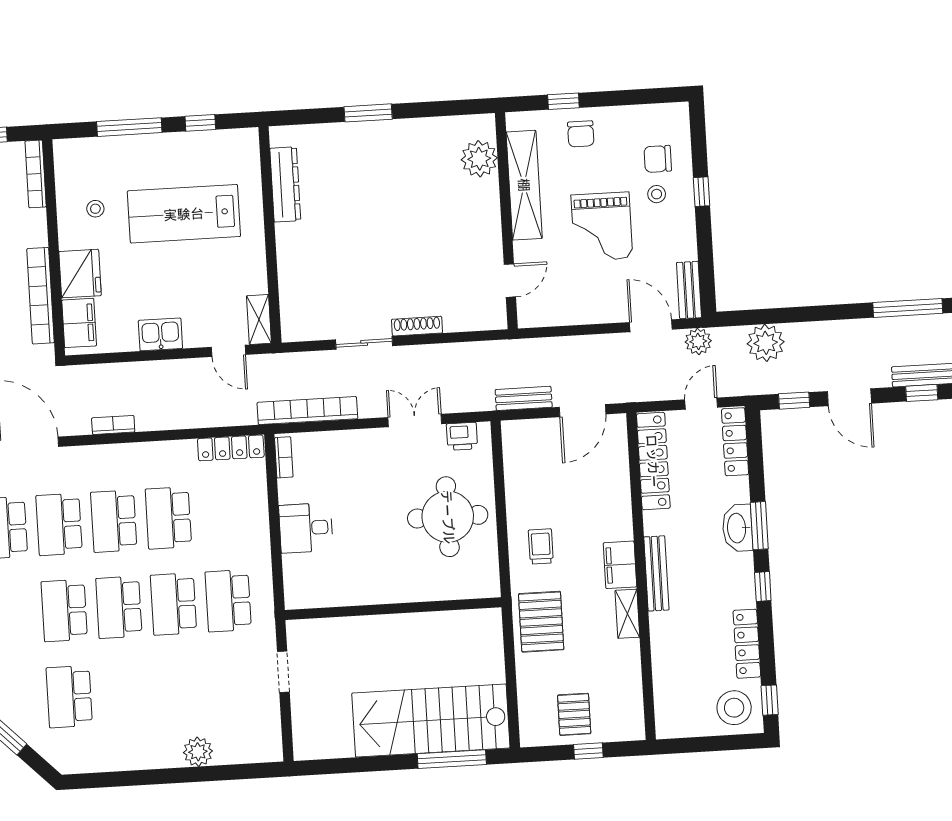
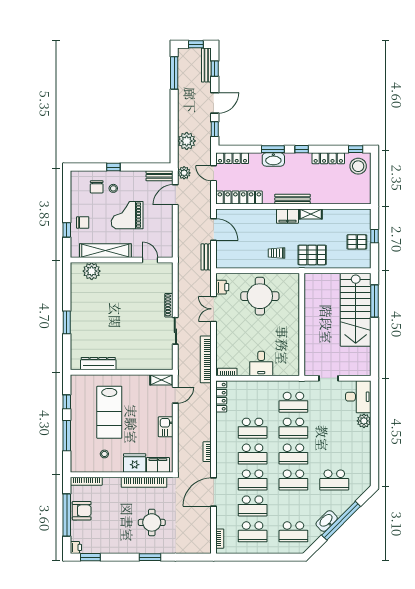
grand piano: (602, 227) -> (127, 215), turned 180
desk: (248, 737) -> (358, 397), added

